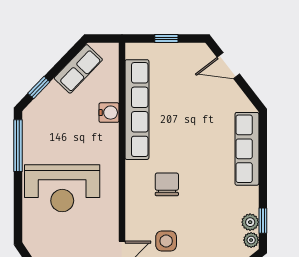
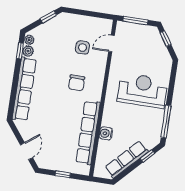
door: (228, 66) -> (26, 151), hinge flipped
row of seats: (78, 69) -> (127, 159), width x1.48
row of seats: (247, 149) -> (24, 89), width x1.36

